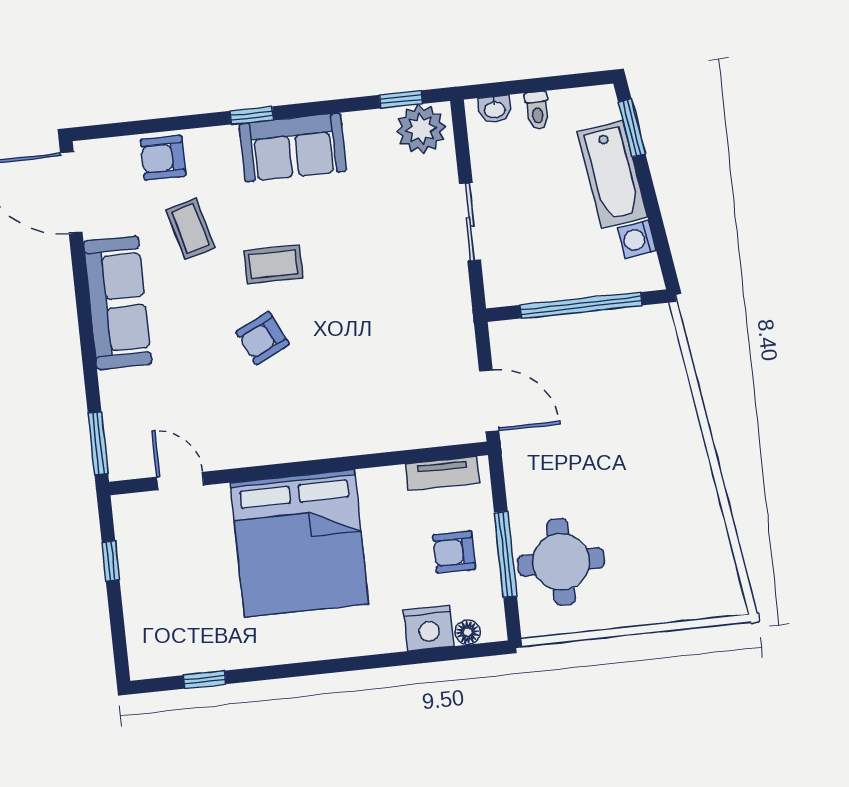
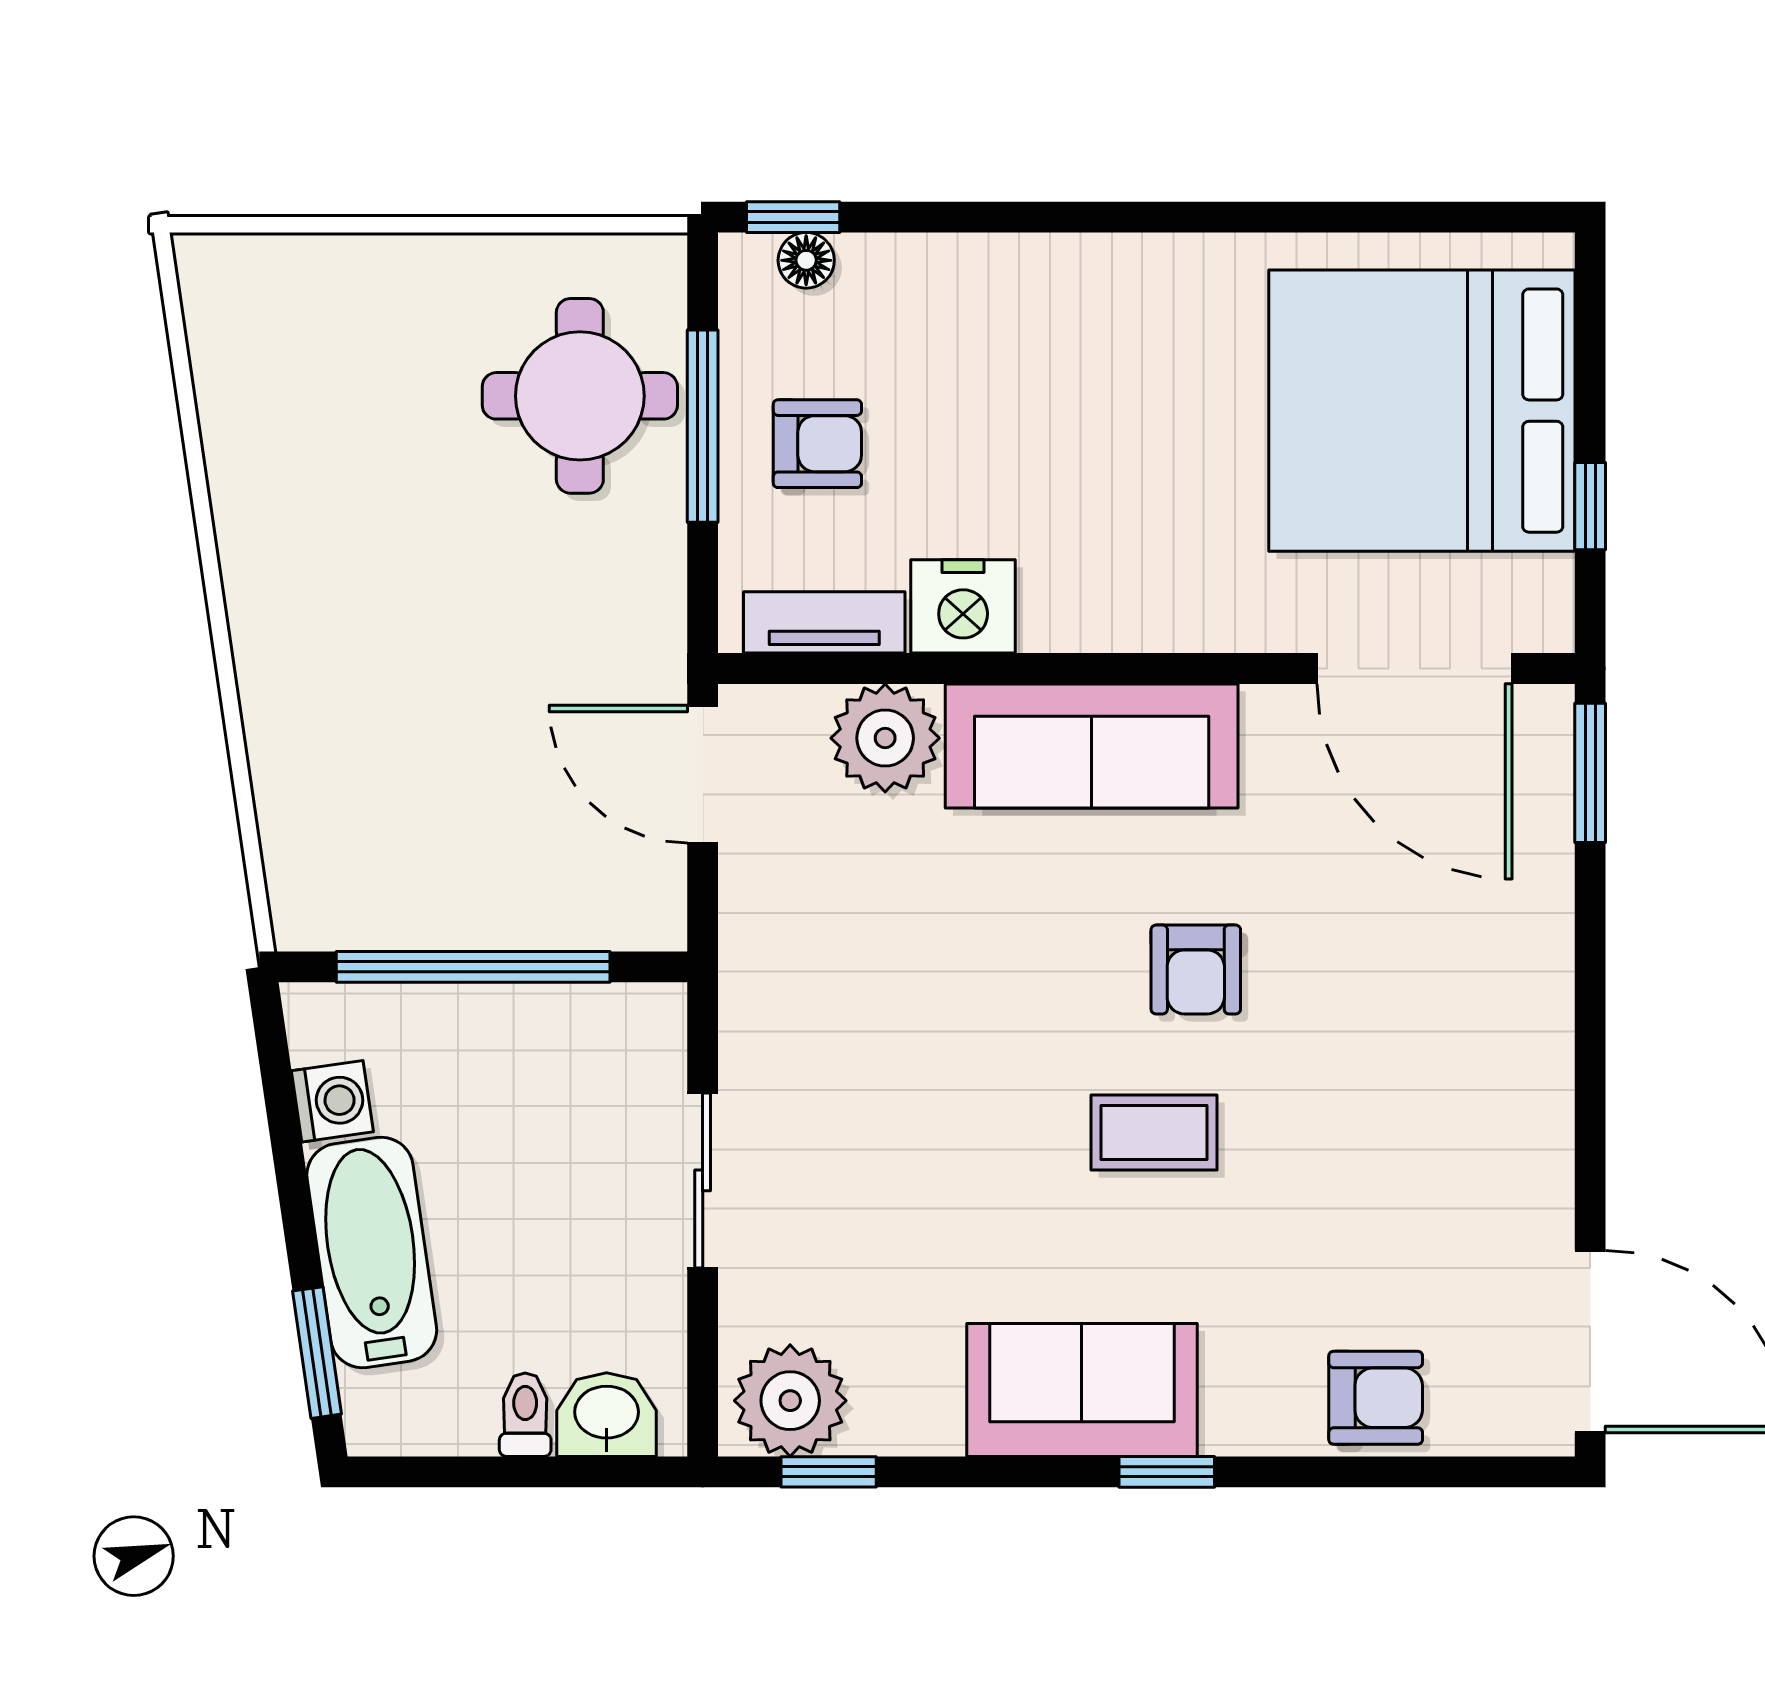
washbasin: (495, 109) -> (607, 1415), width x1.38, depth x1.45
coffee table: (191, 229) -> (1331, 1232), removed
sofa: (117, 303) -> (1092, 746), moved, turned -90
armchair: (263, 338) -> (1196, 969), turned 116
plant: (410, 425) -> (885, 738), added
door: (180, 481) -> (1414, 668), width x1.88
bed: (300, 543) -> (1422, 411), moved, turned -90
nightstand: (429, 628) -> (963, 606), moved, turned 180
window: (205, 680) -> (793, 217), moved

